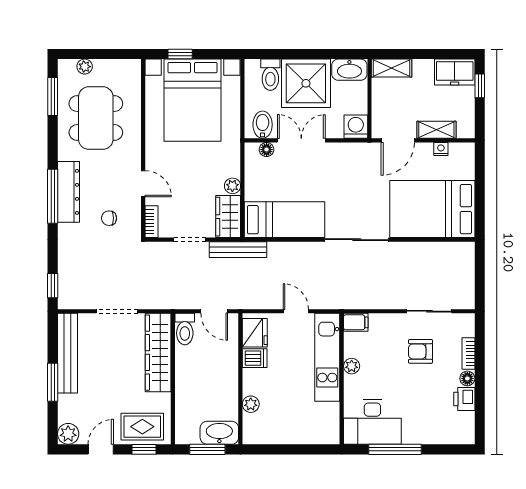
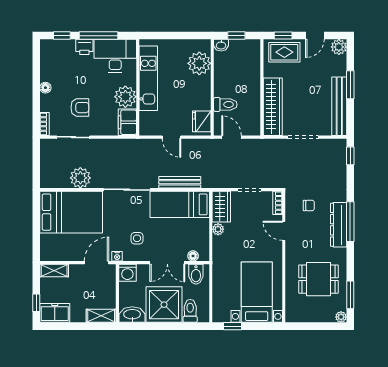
window: (180, 54) -> (233, 326), moved
plant: (85, 67) -> (341, 317), moved
bed with nightstands: (192, 100) -> (257, 292), width x0.73
dining table: (96, 118) -> (318, 279), width x0.73
shelving: (436, 130) -> (54, 270), moved
nightstand: (441, 149) -> (117, 256), moved
side table: (343, 174) -> (137, 238), added
bench: (238, 250) -> (180, 182), moved
plant: (420, 256) -> (80, 178), added
filing cabinet: (356, 322) -> (127, 122), width x2.00
toilet: (185, 329) -> (225, 104), moved, turned 90
bookcase: (468, 354) -> (45, 124), moved
kitchen unit: (327, 357) -> (148, 78), moved
dishwasher: (255, 358) -> (202, 103), removed
plant: (352, 366) -> (125, 97), width x1.87, depth x1.87
printer: (464, 399) -> (84, 47), moved, turned 90
plant: (251, 404) -> (199, 63), width x1.87, depth x1.87
washbasin: (219, 433) -> (221, 45), width x0.52, depth x0.69
window: (207, 449) -> (236, 36), width x0.67
window: (445, 449) -> (62, 36), added

